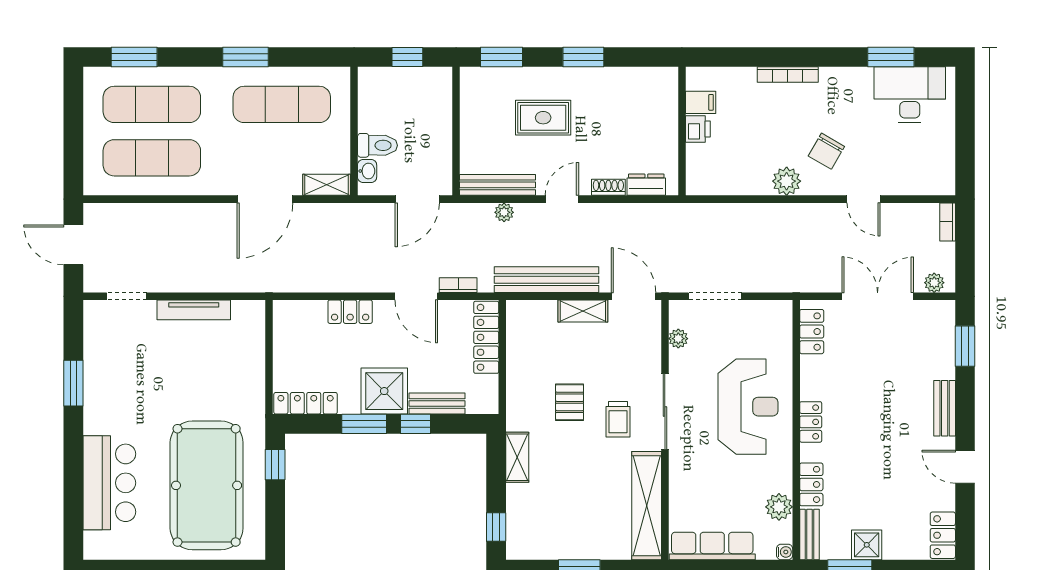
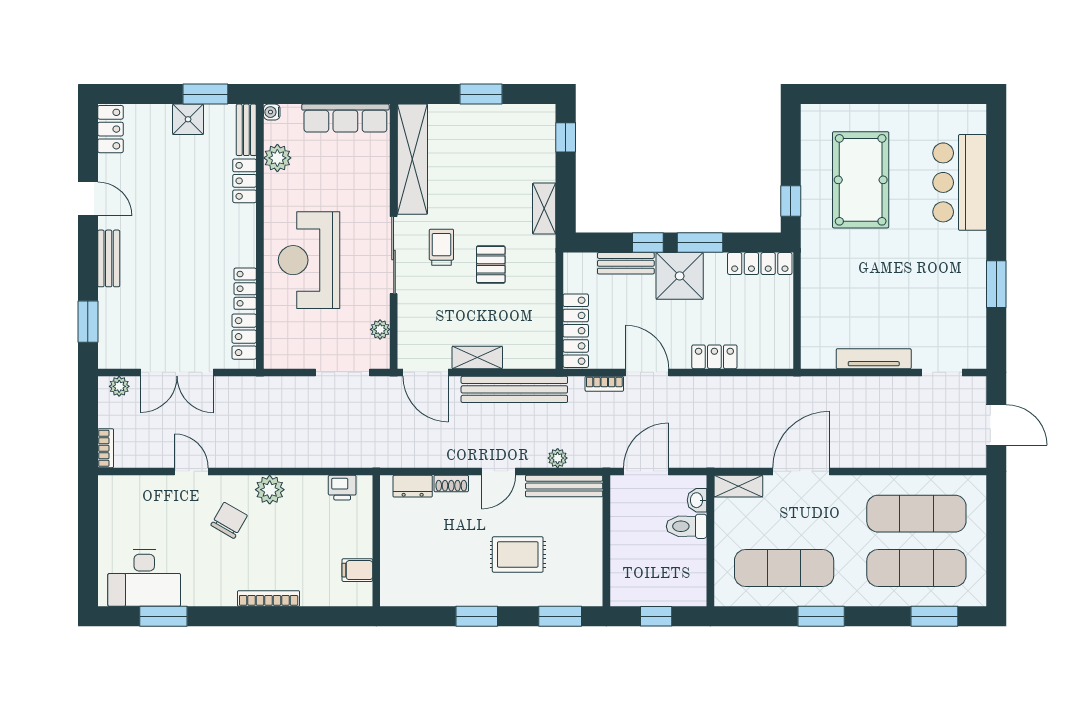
printer: (698, 129) -> (342, 488), moved, turned -90
locker: (811, 422) -> (245, 289), moved
pool table: (207, 485) -> (861, 180), width x0.73, depth x0.76

